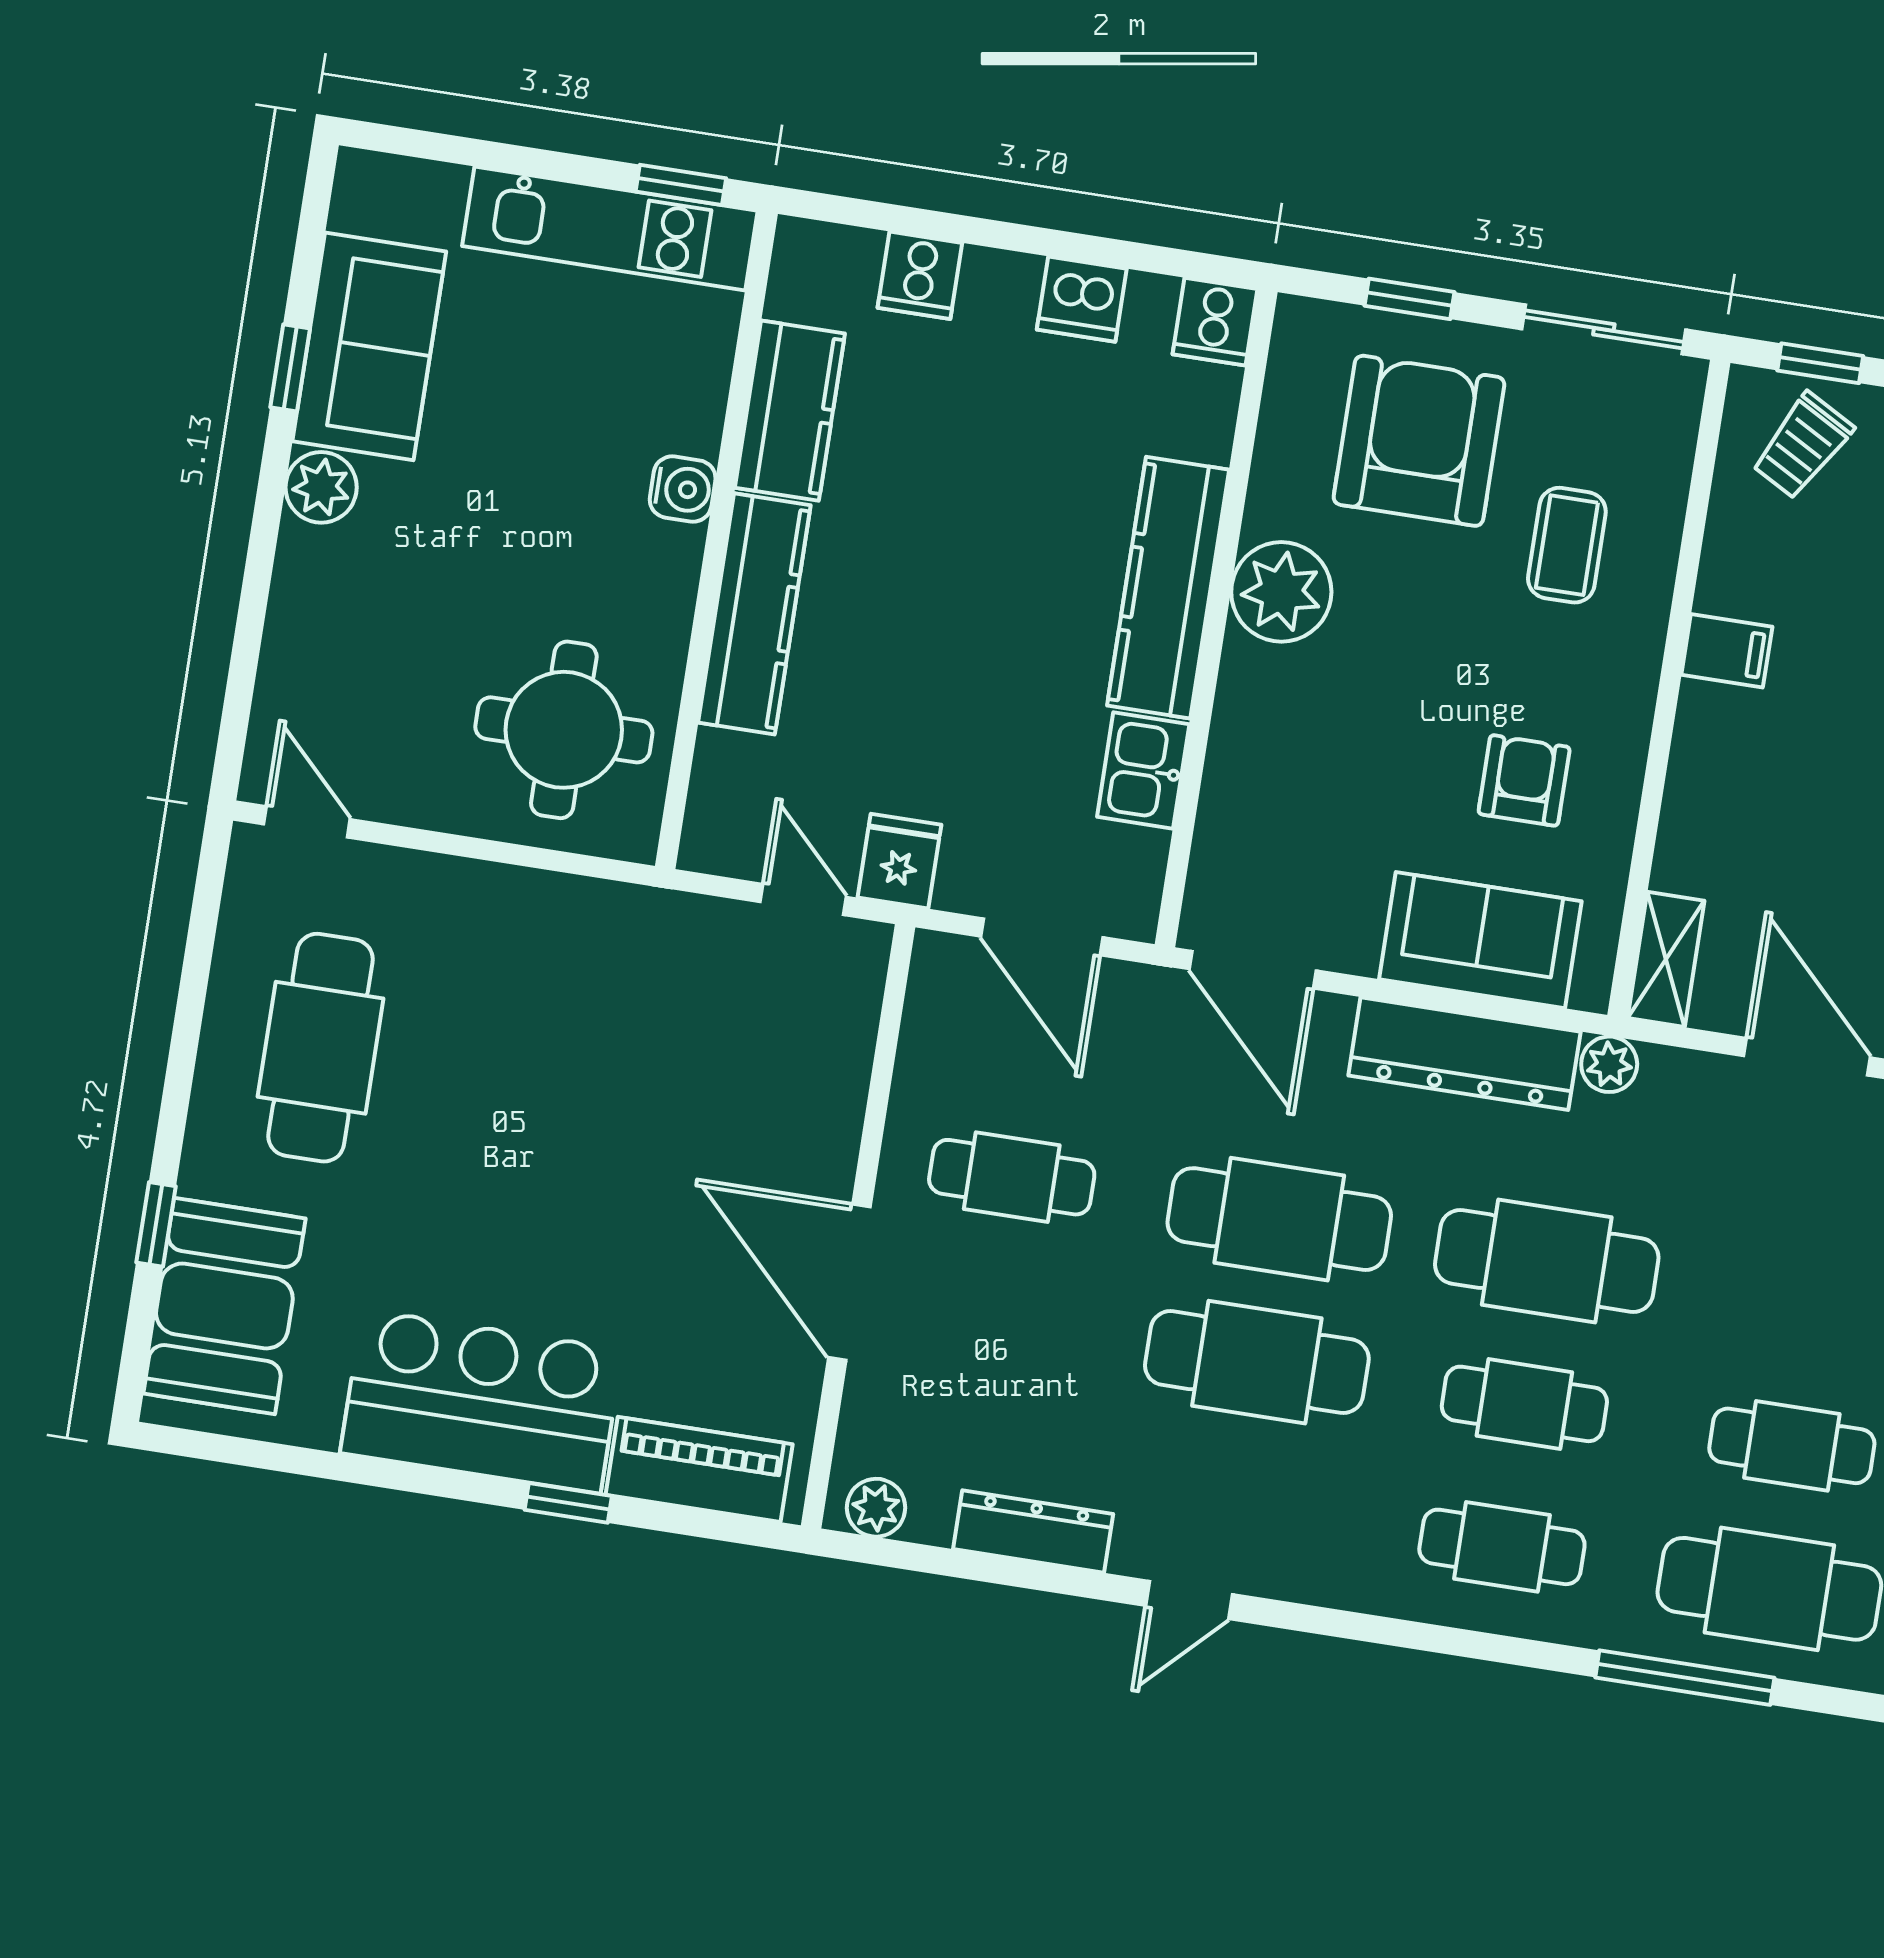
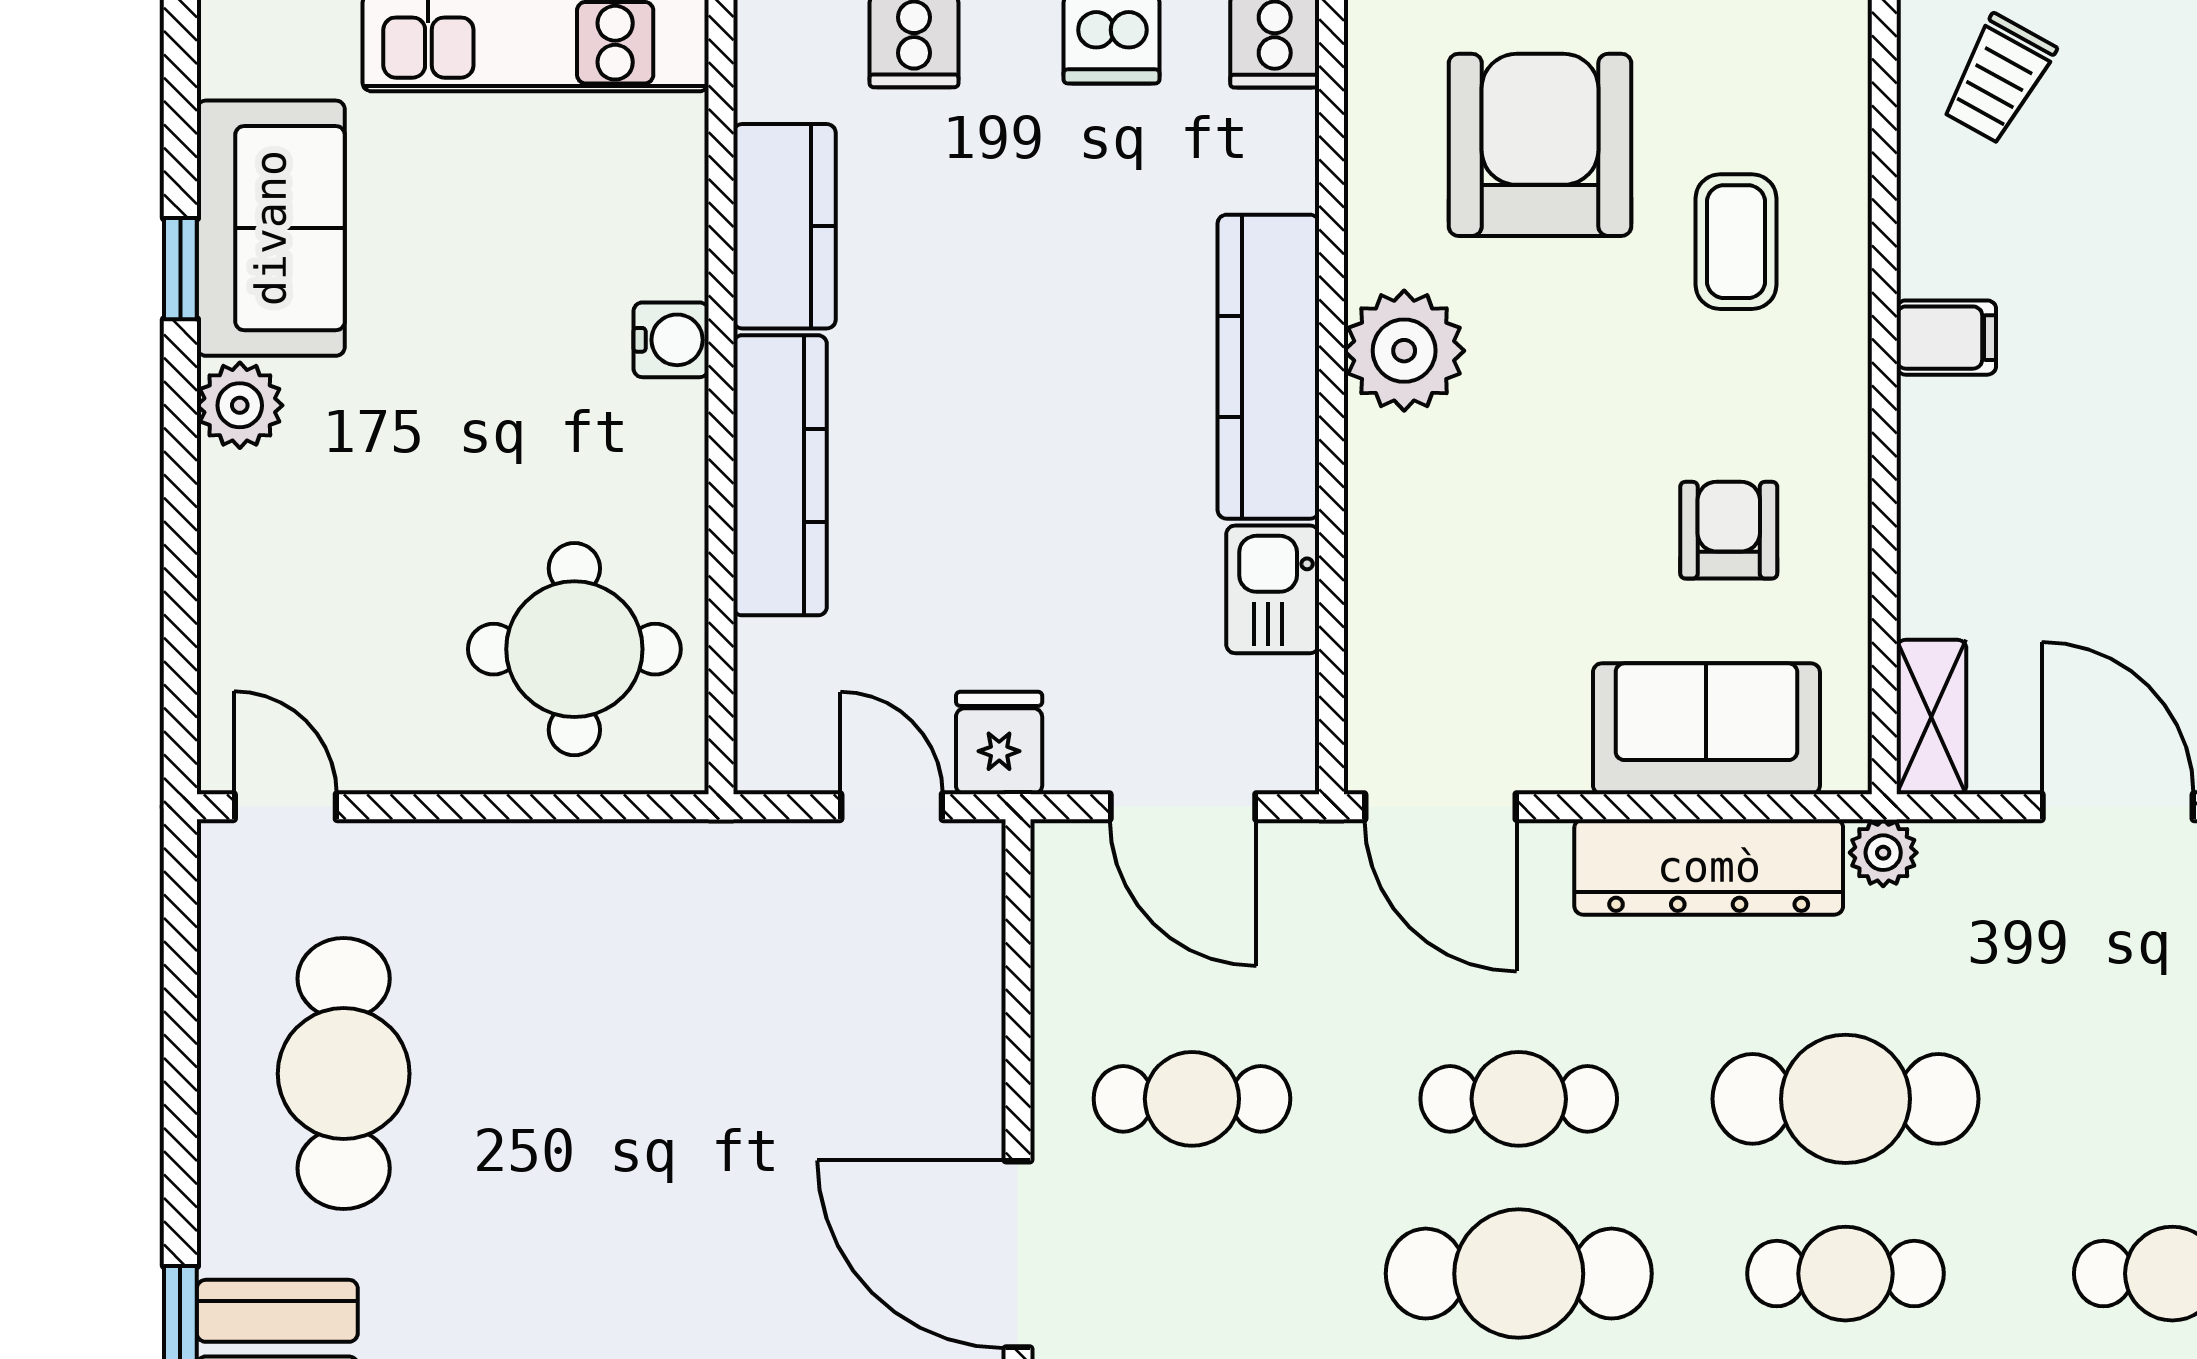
cafe table: (1279, 1219) -> (1519, 1099), width x0.73, depth x0.74

